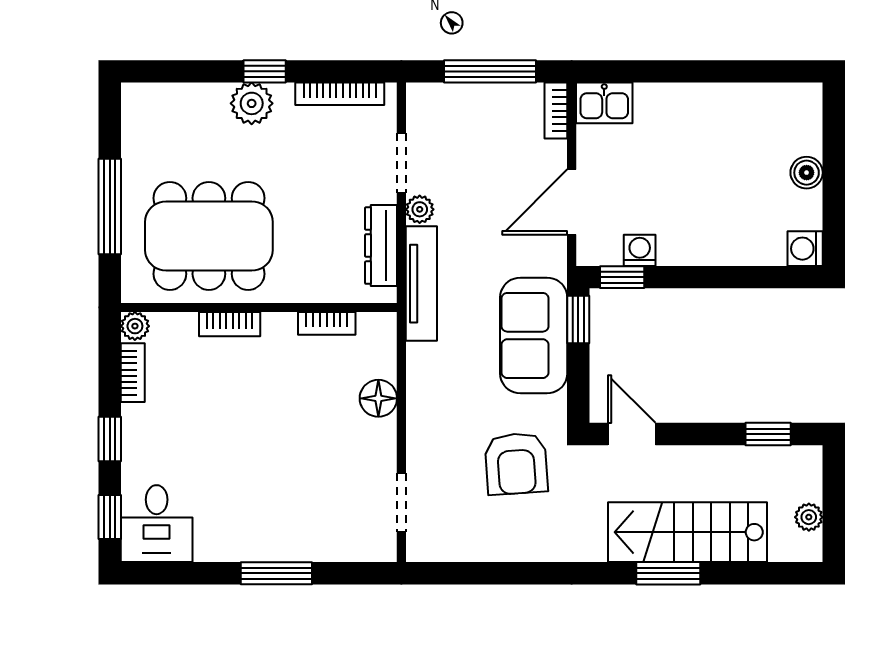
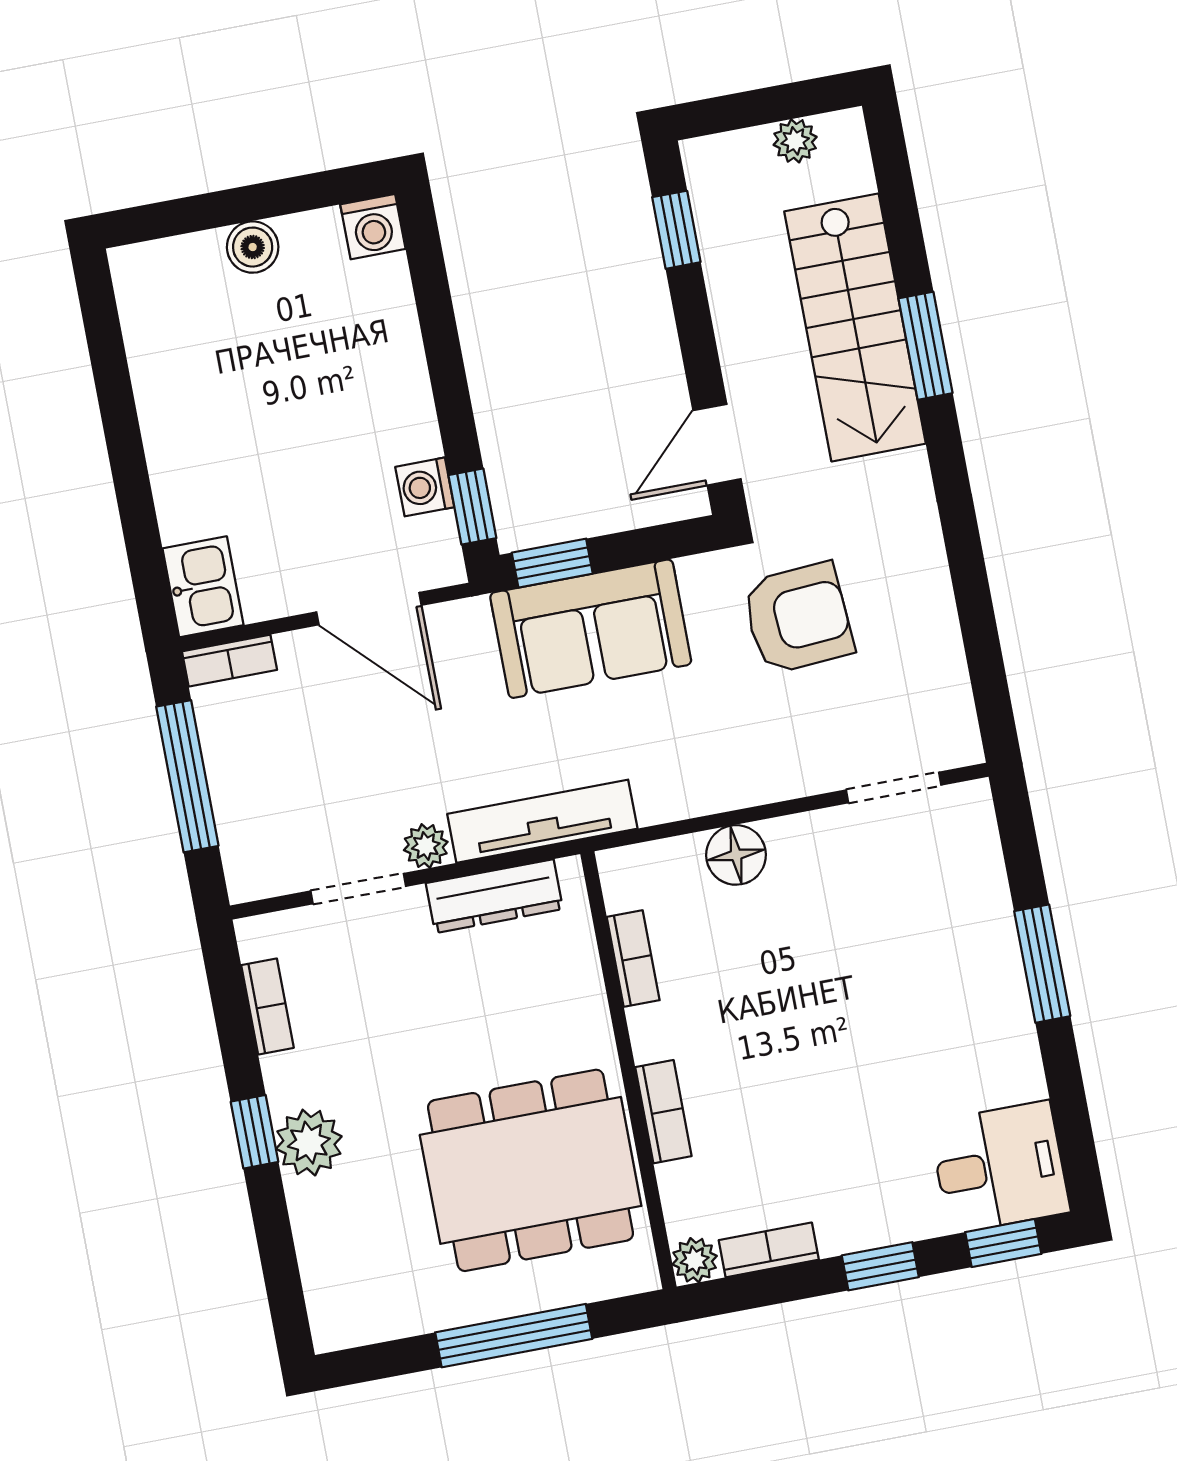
bookcase: (340, 94) -> (267, 1006), width x0.64
dining table: (209, 236) -> (531, 1170), turned 90

